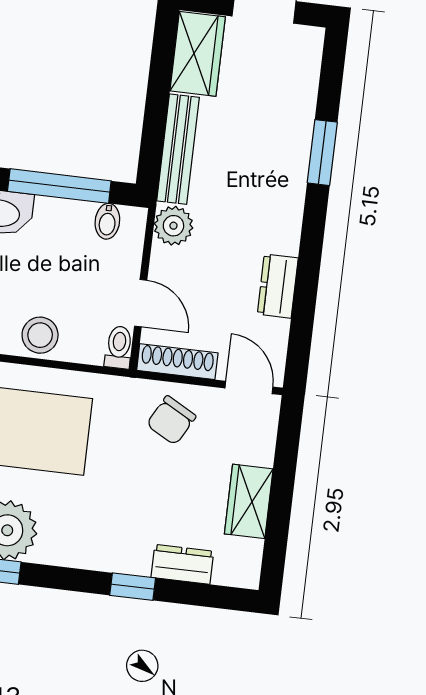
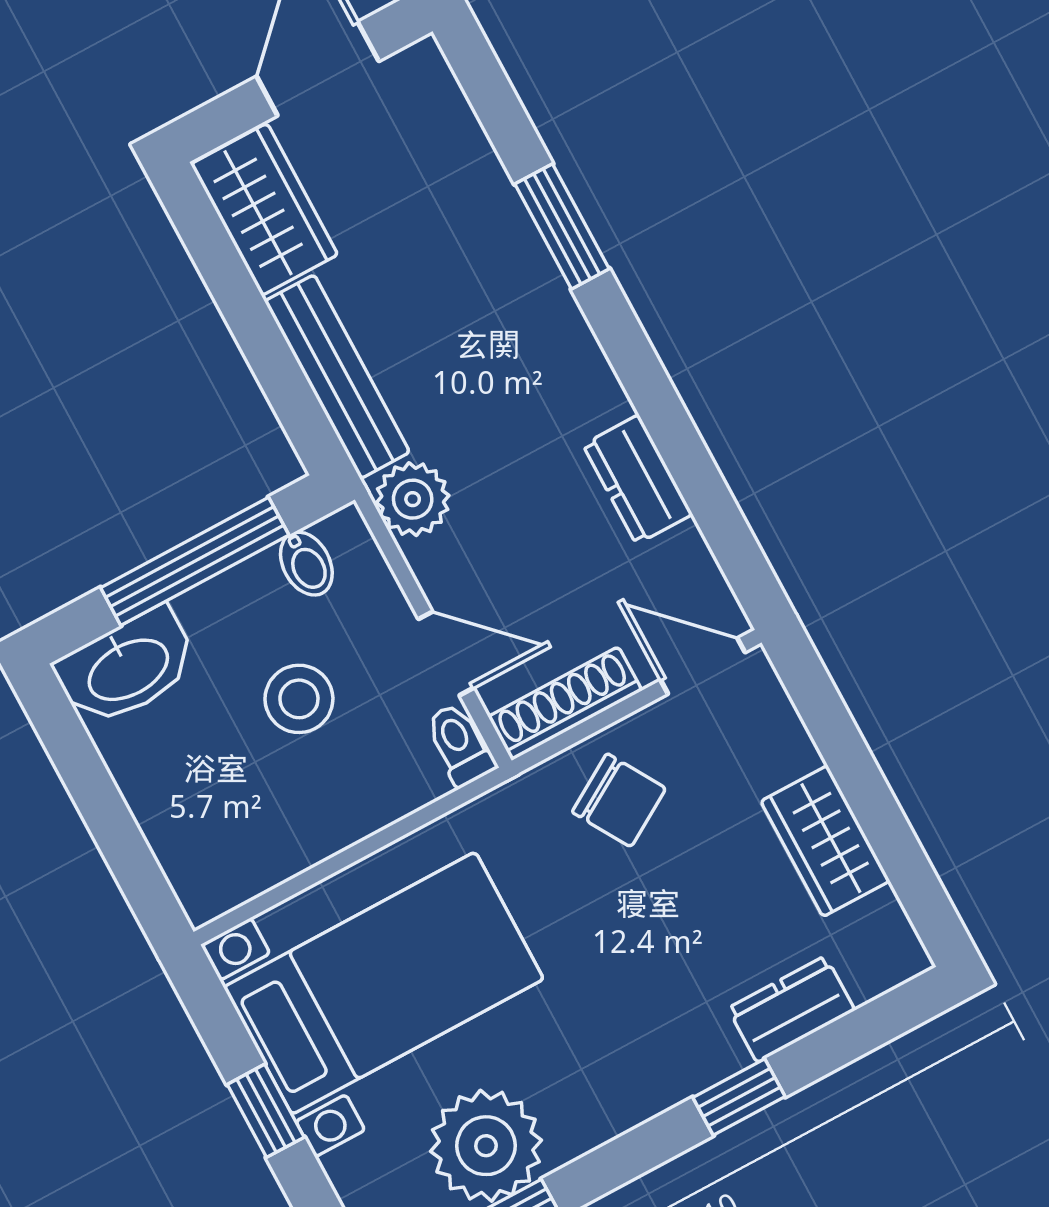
stool: (40, 335) -> (299, 699), moved
chair: (171, 420) -> (619, 800), turned -60

